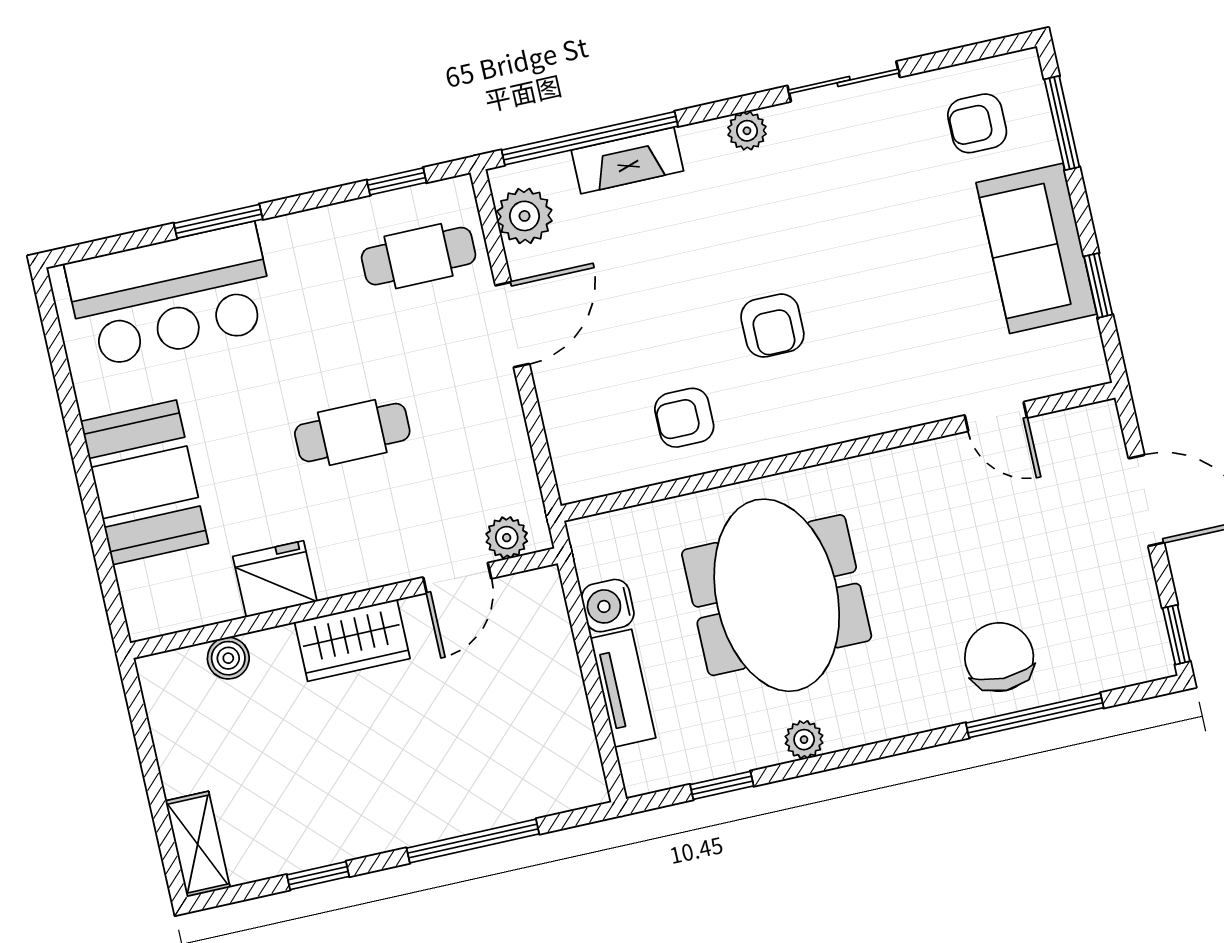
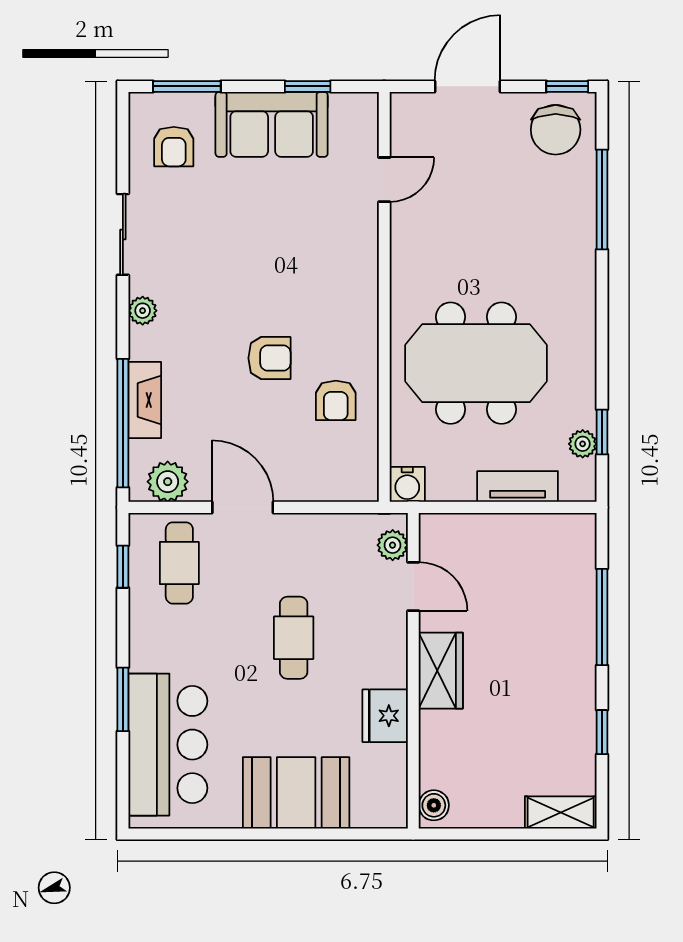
armchair: (772, 326) -> (269, 358), moved
water cooler: (608, 606) -> (407, 484), moved
chair: (999, 657) -> (556, 130), moved, turned -90
boiler: (228, 658) -> (434, 805), moved
plant: (804, 740) -> (583, 444), moved

